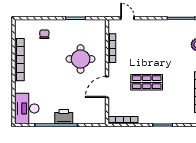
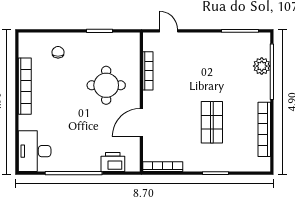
shop shelf: (147, 82) -> (212, 122), moved, turned 90
printer: (64, 117) -> (113, 162), moved

